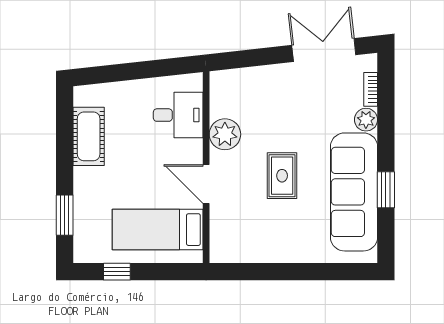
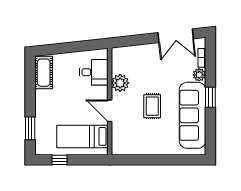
double door: (324, 50) -> (176, 36), swing flipped
cot: (89, 136) -> (44, 73), moved
window: (386, 190) -> (210, 97), moved

